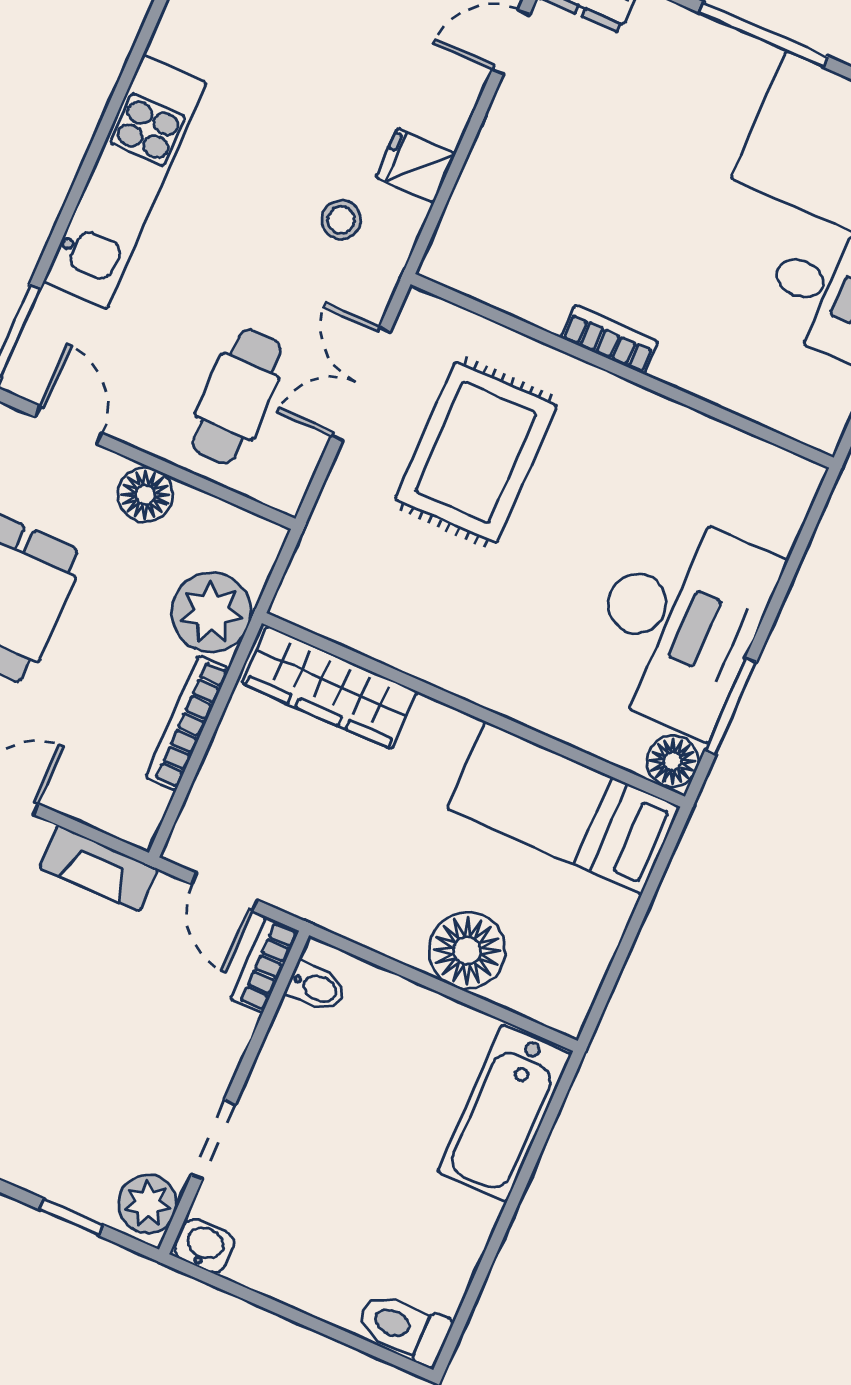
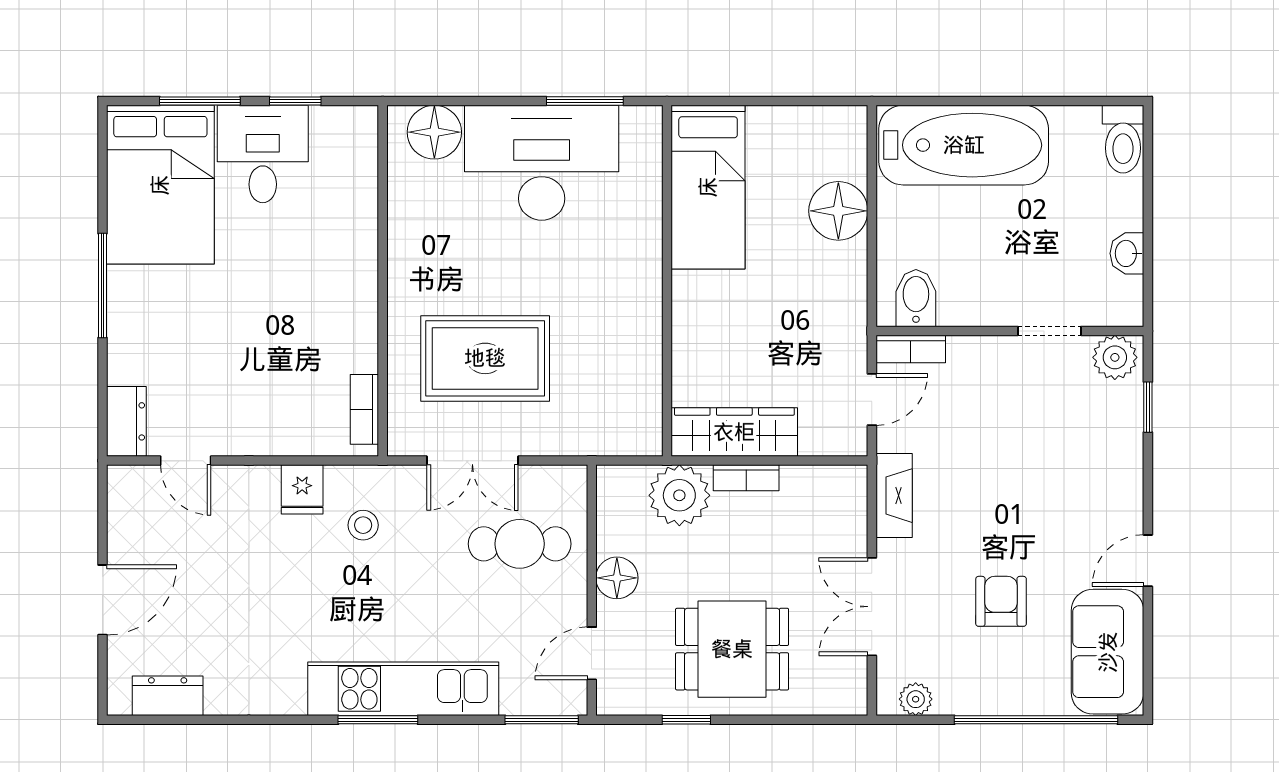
window: (101, 136) -> (378, 720), added
bookcase: (610, 339) -> (364, 409), moved
wardrobe: (329, 687) -> (734, 432), moved, turned -90
bookcase: (187, 723) -> (746, 478), width x0.64
floor lamp: (673, 761) -> (434, 132), moved, width x1.38, depth x1.38
bidet: (316, 987) -> (916, 298), width x1.38, depth x1.36
bathtub: (504, 1113) -> (964, 145), width x1.36, depth x1.36
washbasin: (204, 1246) -> (1127, 253), moved

